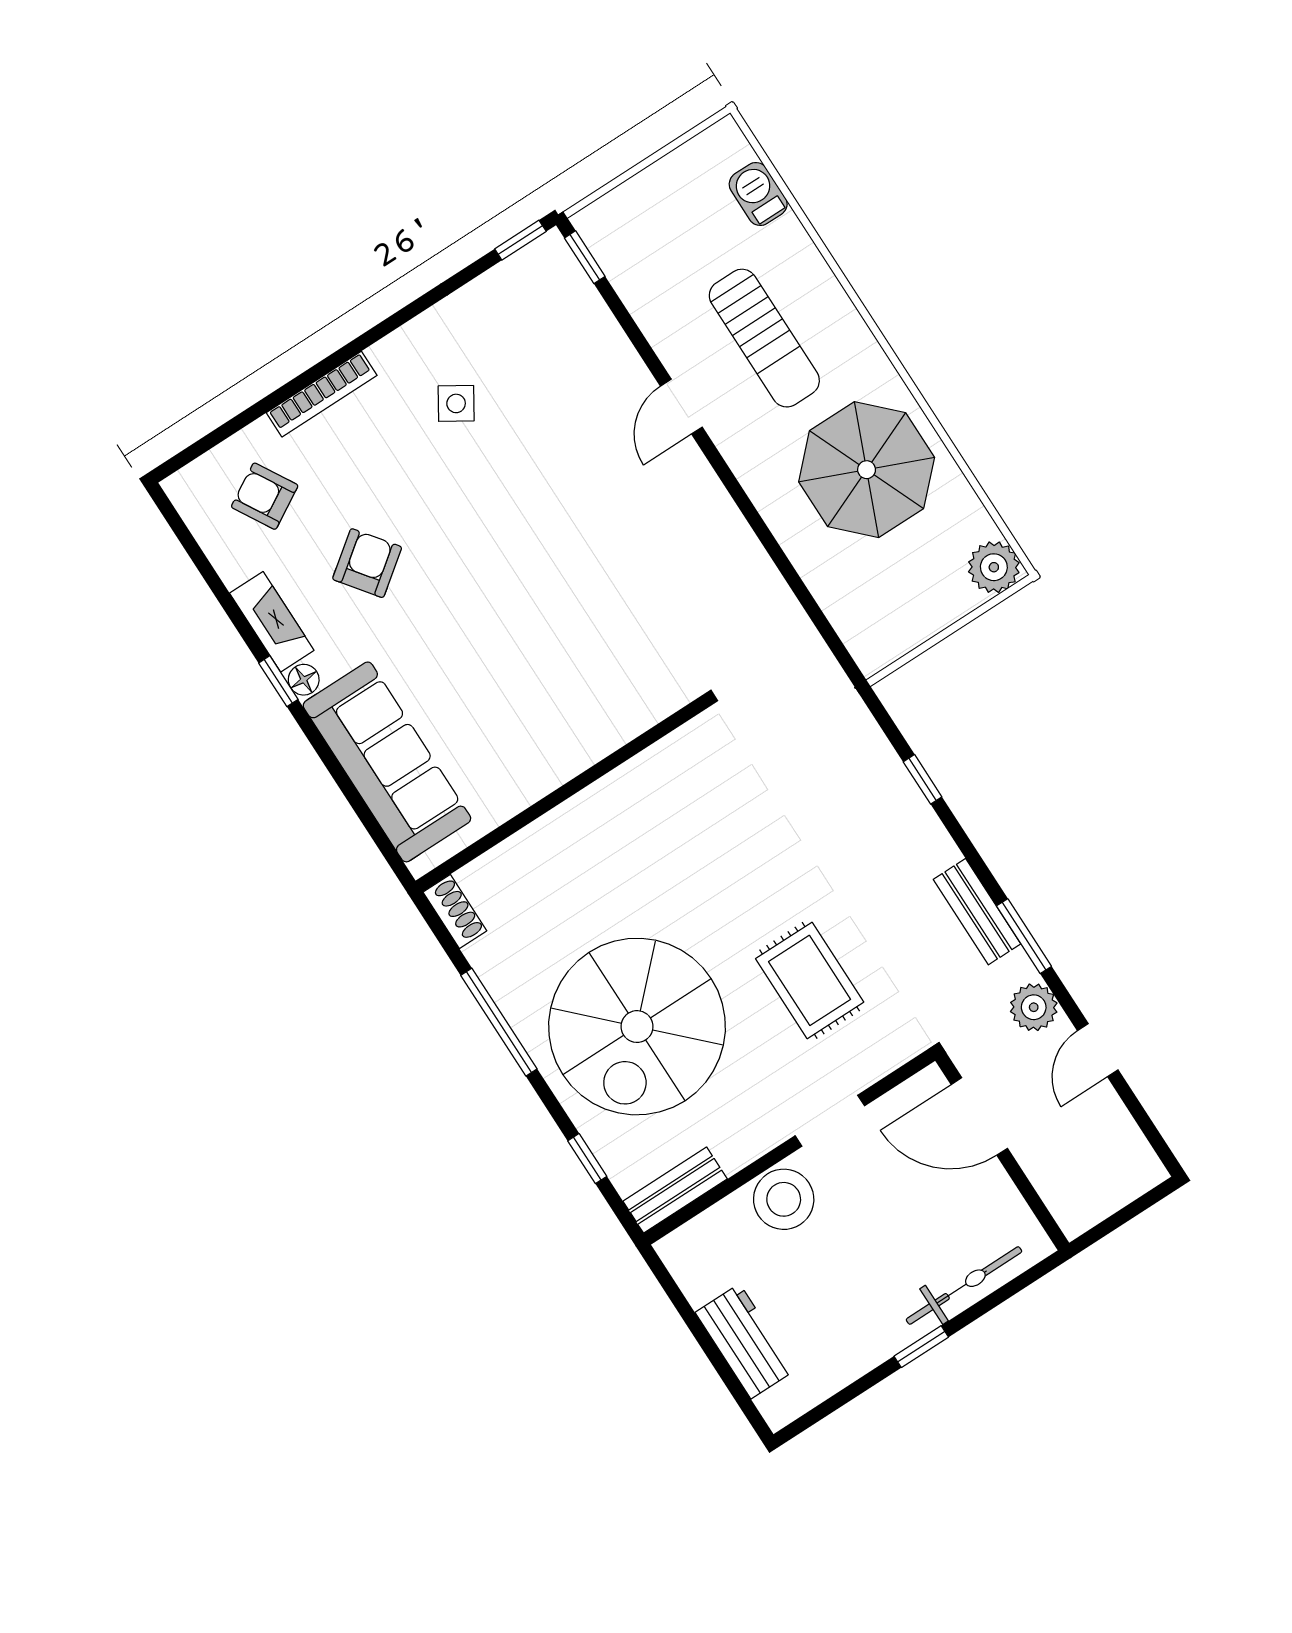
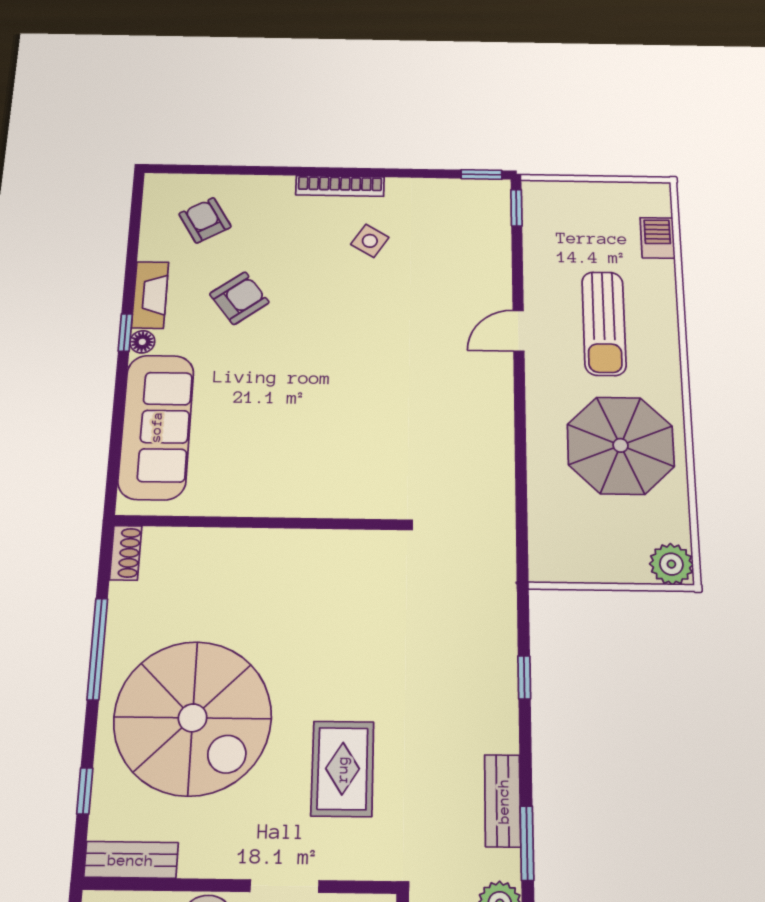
bookcase: (322, 394) -> (340, 186), moved
spiral stairs: (637, 1027) -> (193, 718), turned -90

